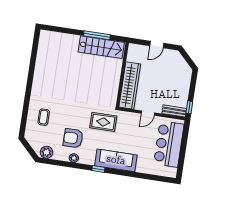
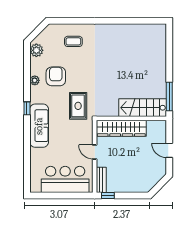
window: (97, 35) -> (169, 96), moved
stairs: (101, 47) -> (143, 108), moved, turned 90

